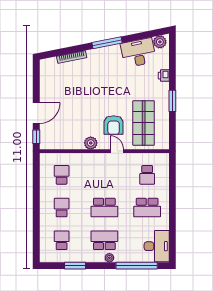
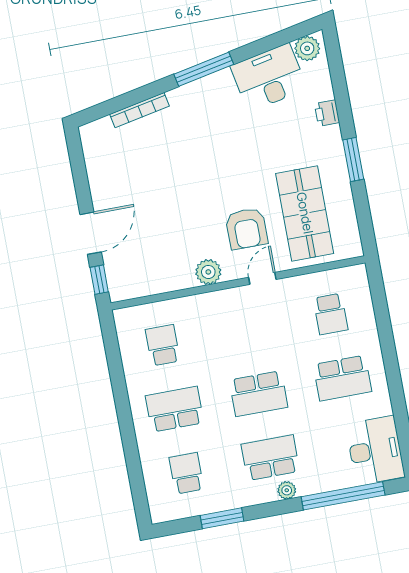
door: (117, 151) -> (262, 278), hinge flipped
school desk: (62, 208) -> (175, 409), width x1.85

